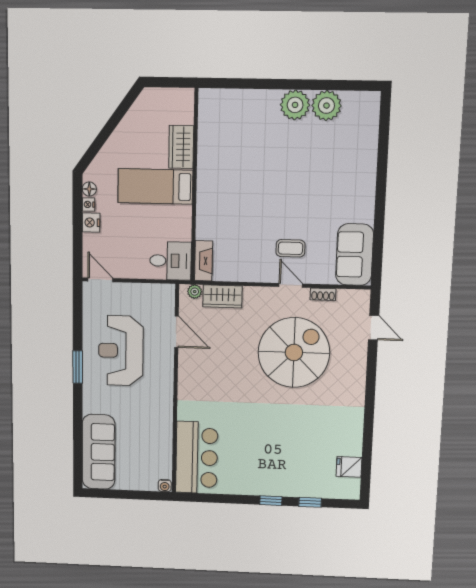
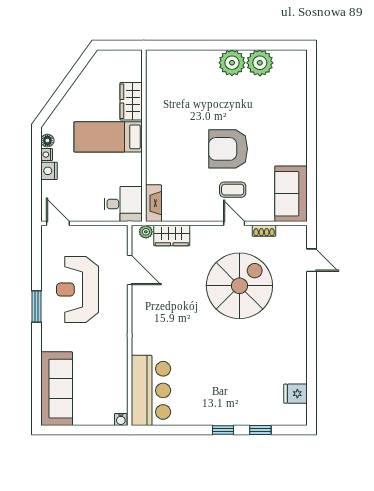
armchair: (287, 203) -> (228, 149), added

